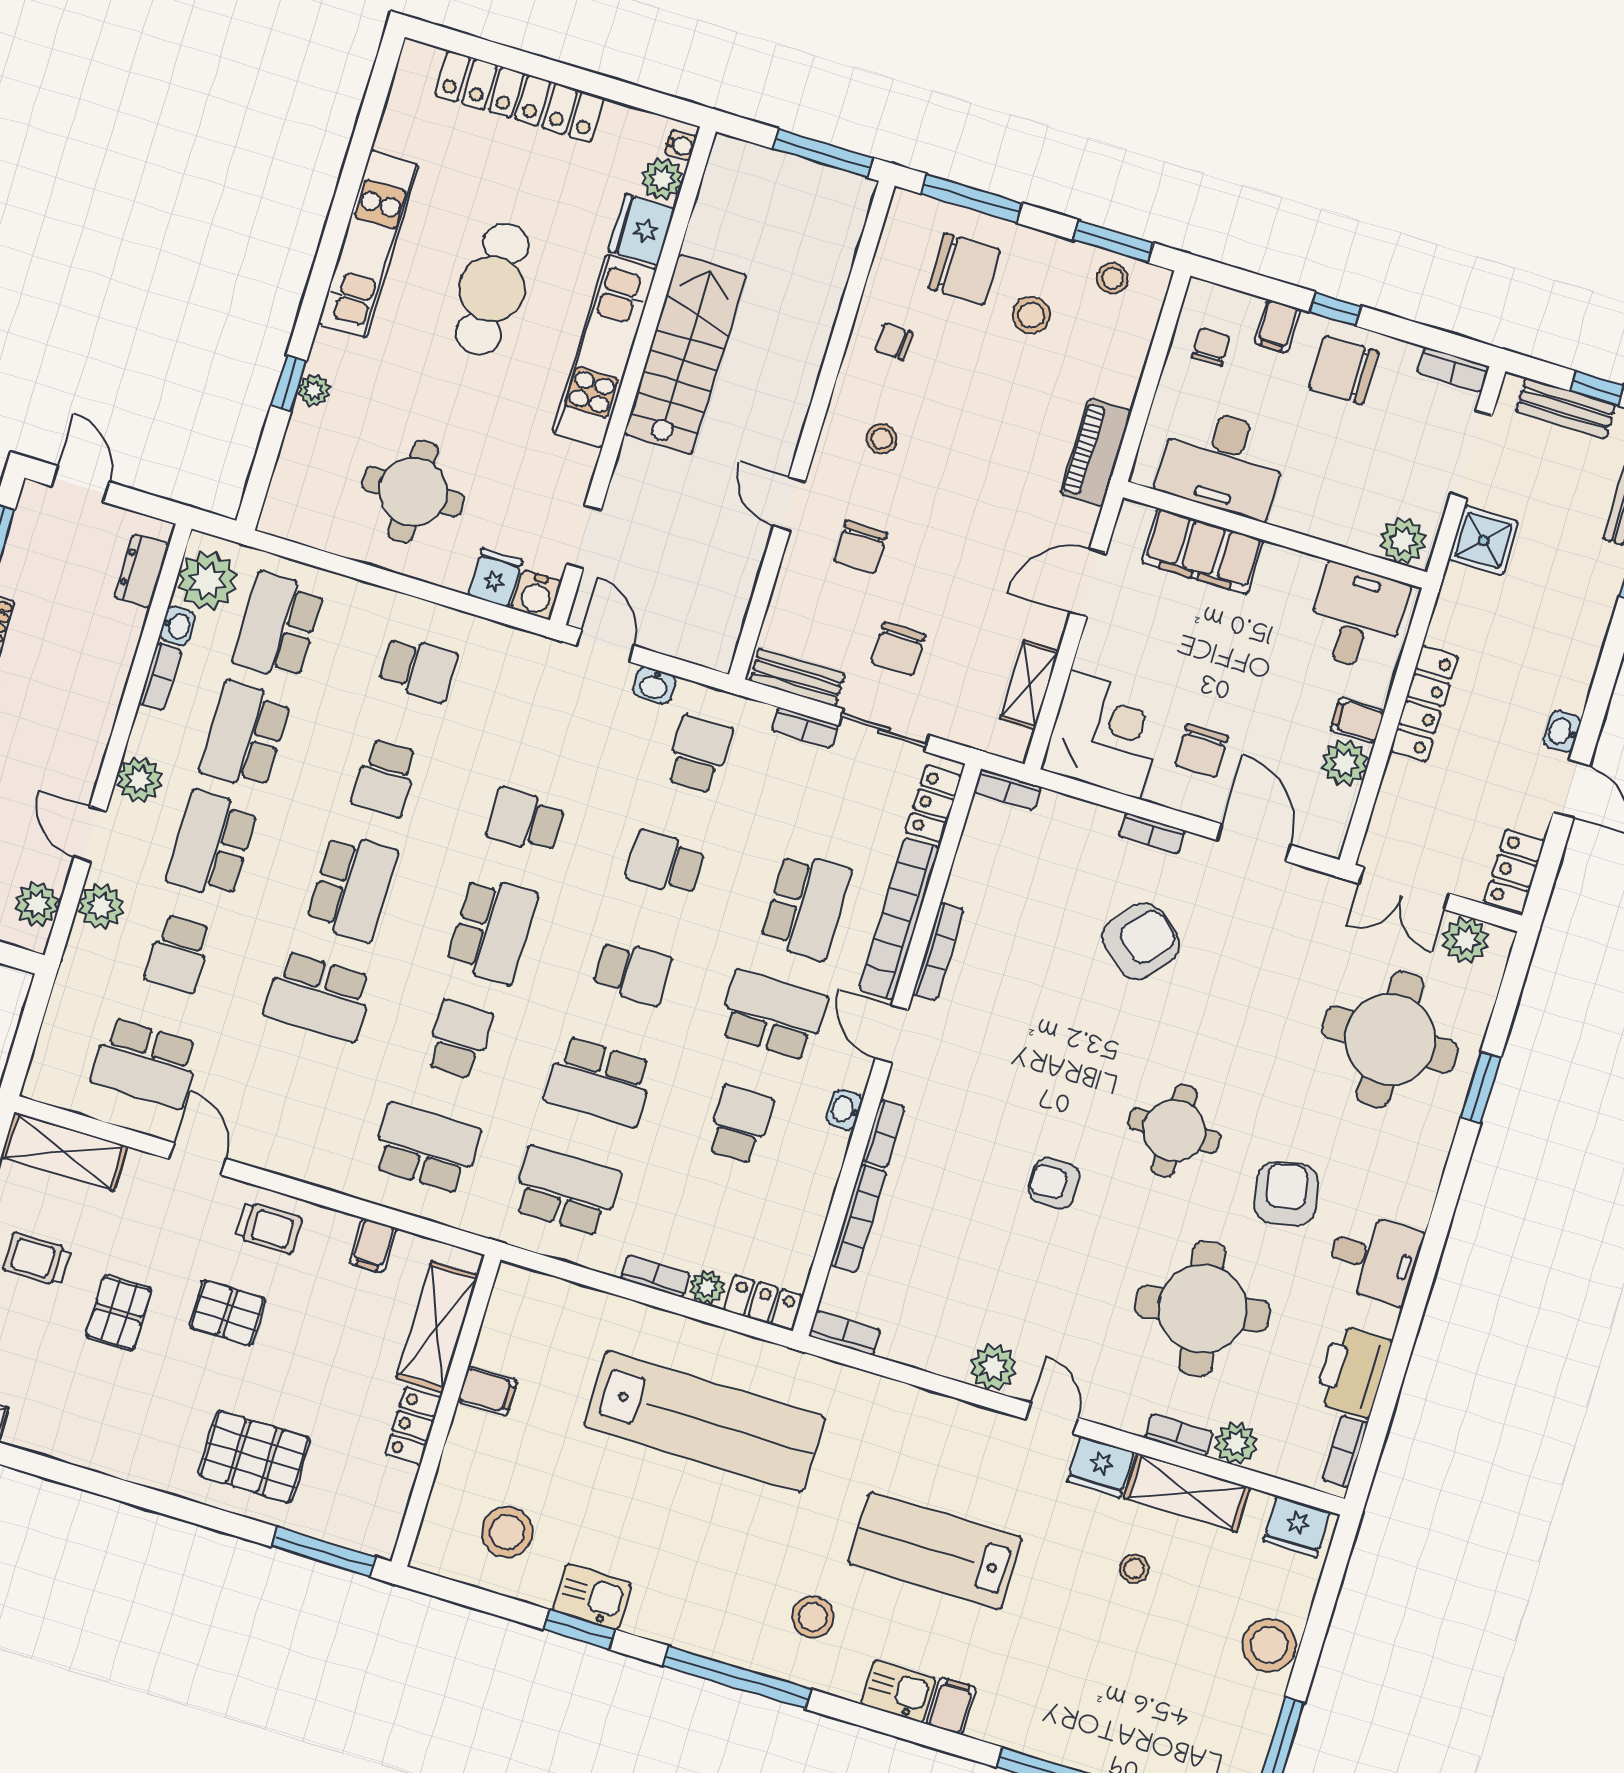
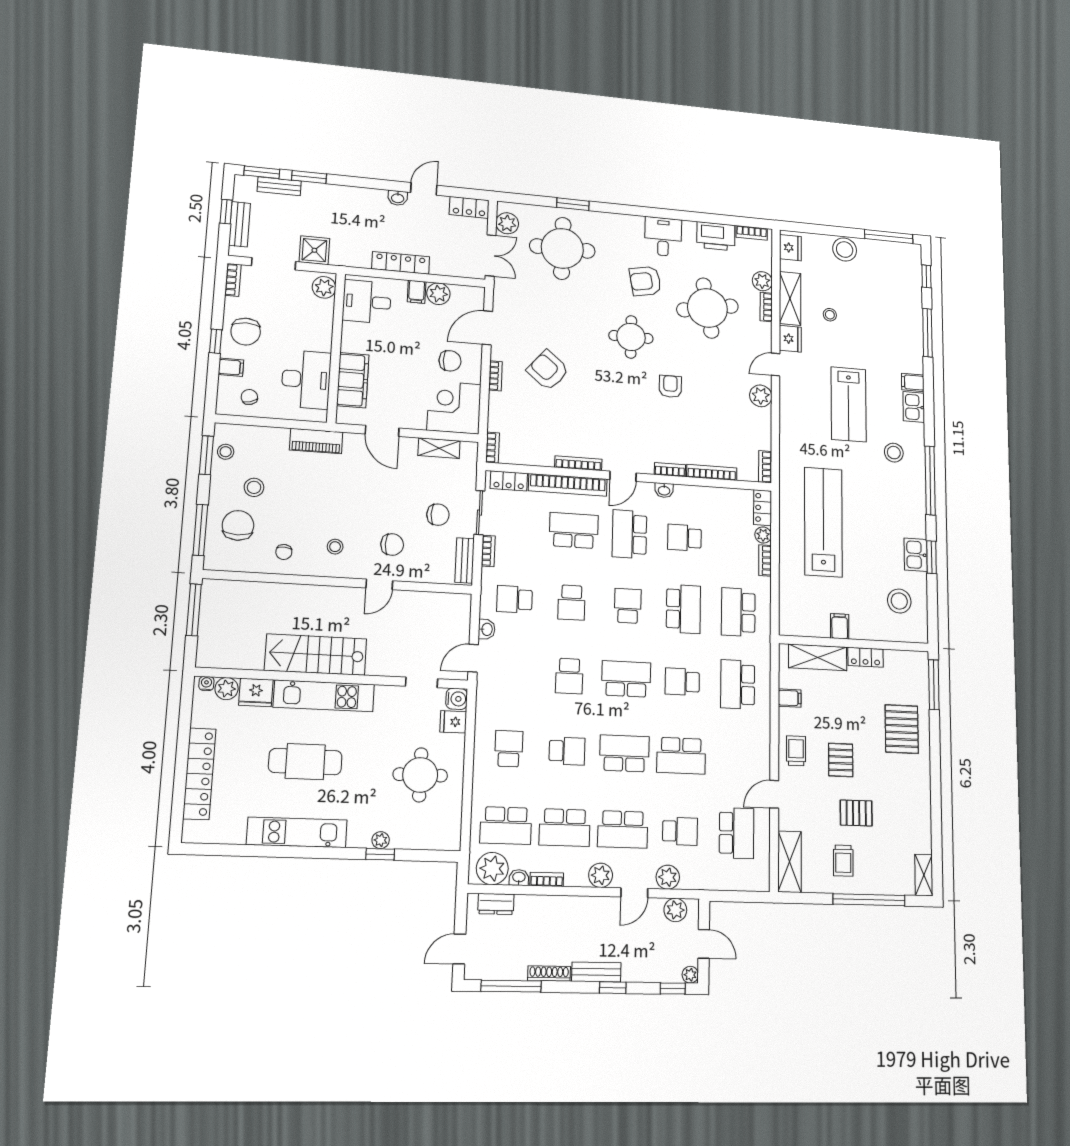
chair: (1211, 347) -> (249, 397), turned 73
school desk: (319, 996) -> (681, 756), turned 90
armchair: (1054, 1183) -> (670, 386), turned 180

